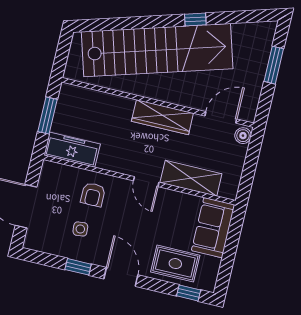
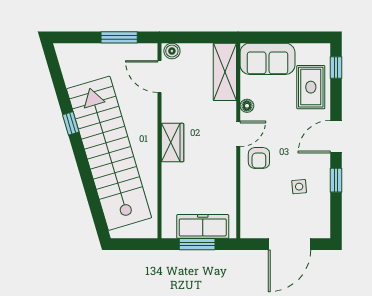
window: (274, 65) -> (119, 37), moved
wardrobe: (162, 117) -> (172, 143), width x0.67
freezer: (72, 150) -> (203, 226), moved, turned 90
shelving: (191, 178) -> (225, 72), moved
armchair: (93, 195) -> (259, 158), moved, turned 90
floor lamp: (172, 197) -> (247, 106), added

